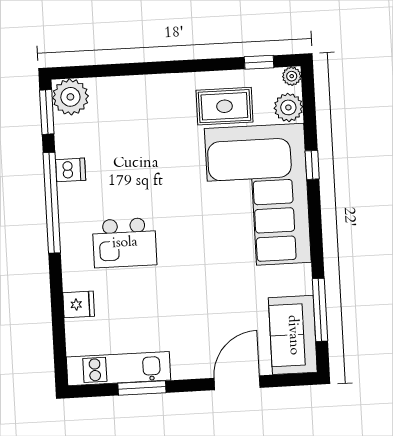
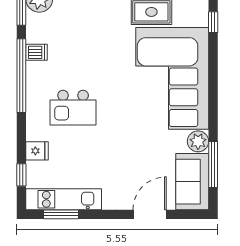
plant: (288, 107) -> (198, 141), moved
window: (312, 165) -> (213, 22), moved
window: (59, 338) -> (21, 175), added
window: (142, 388) -> (61, 214), moved

